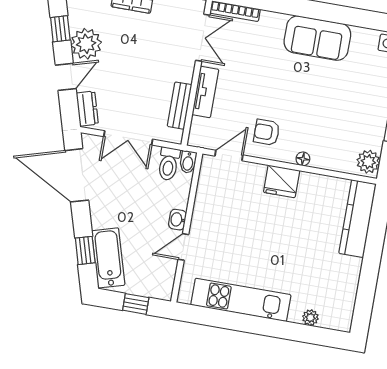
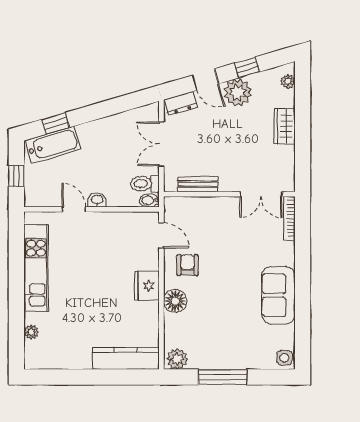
tv unit: (205, 92) -> (214, 205), removed
floor lamp: (303, 159) -> (175, 301), width x1.89, depth x1.89
door: (77, 175) -> (121, 104), removed

